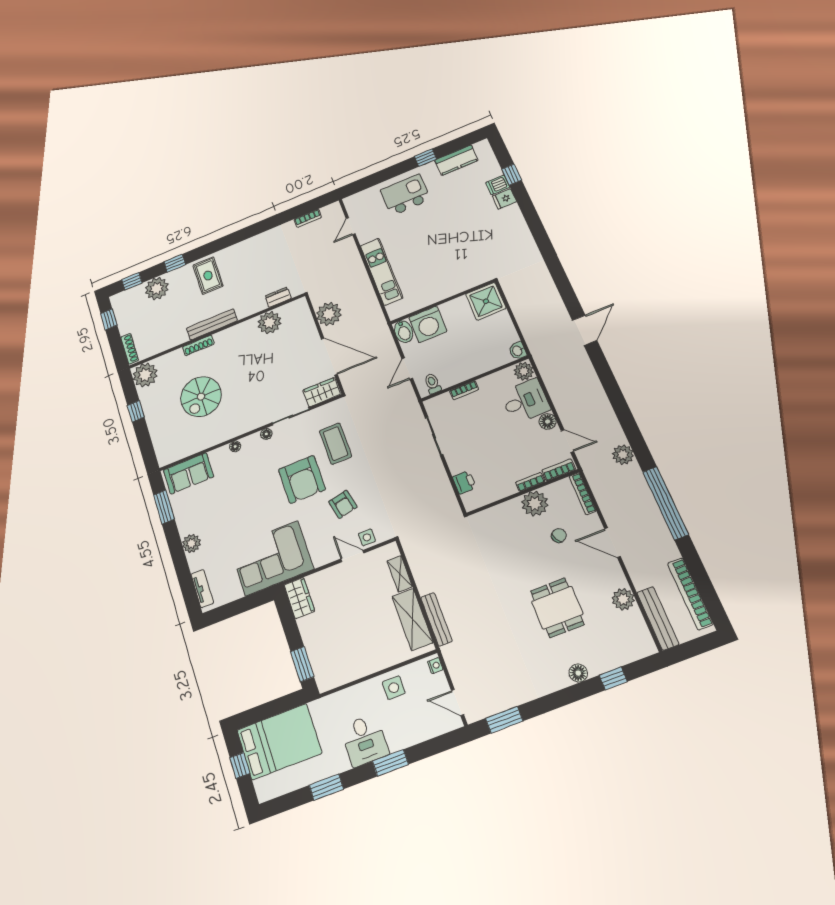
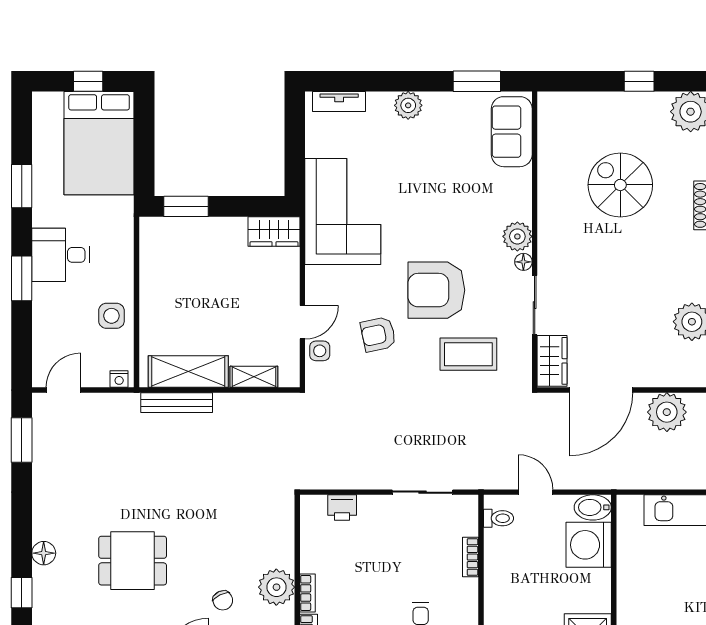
plant: (252, 444) -> (517, 236), added
floor lamp: (235, 446) -> (524, 211), removed

